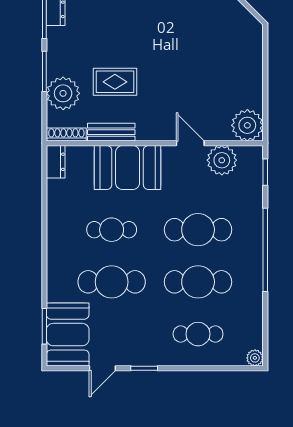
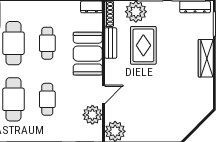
rug: (115, 82) -> (143, 45), width x1.36, depth x1.43
cafe table: (198, 230) -> (47, 99), width x0.73, depth x0.74

